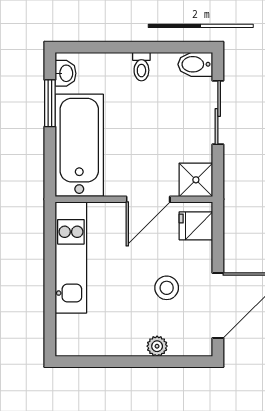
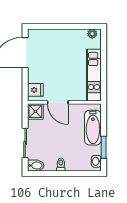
bathtub: (79, 145) -> (93, 128), width x0.73, depth x0.73
door: (148, 199) -> (58, 102), swing flipped
stool: (167, 288) -> (49, 61), removed
plant: (157, 346) -> (92, 34), moved

